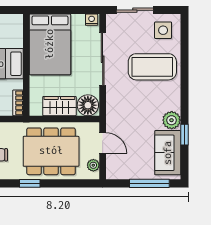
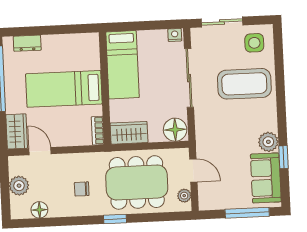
bed: (50, 44) -> (123, 65), width x0.67
wardrobe: (59, 106) -> (129, 133), moved

